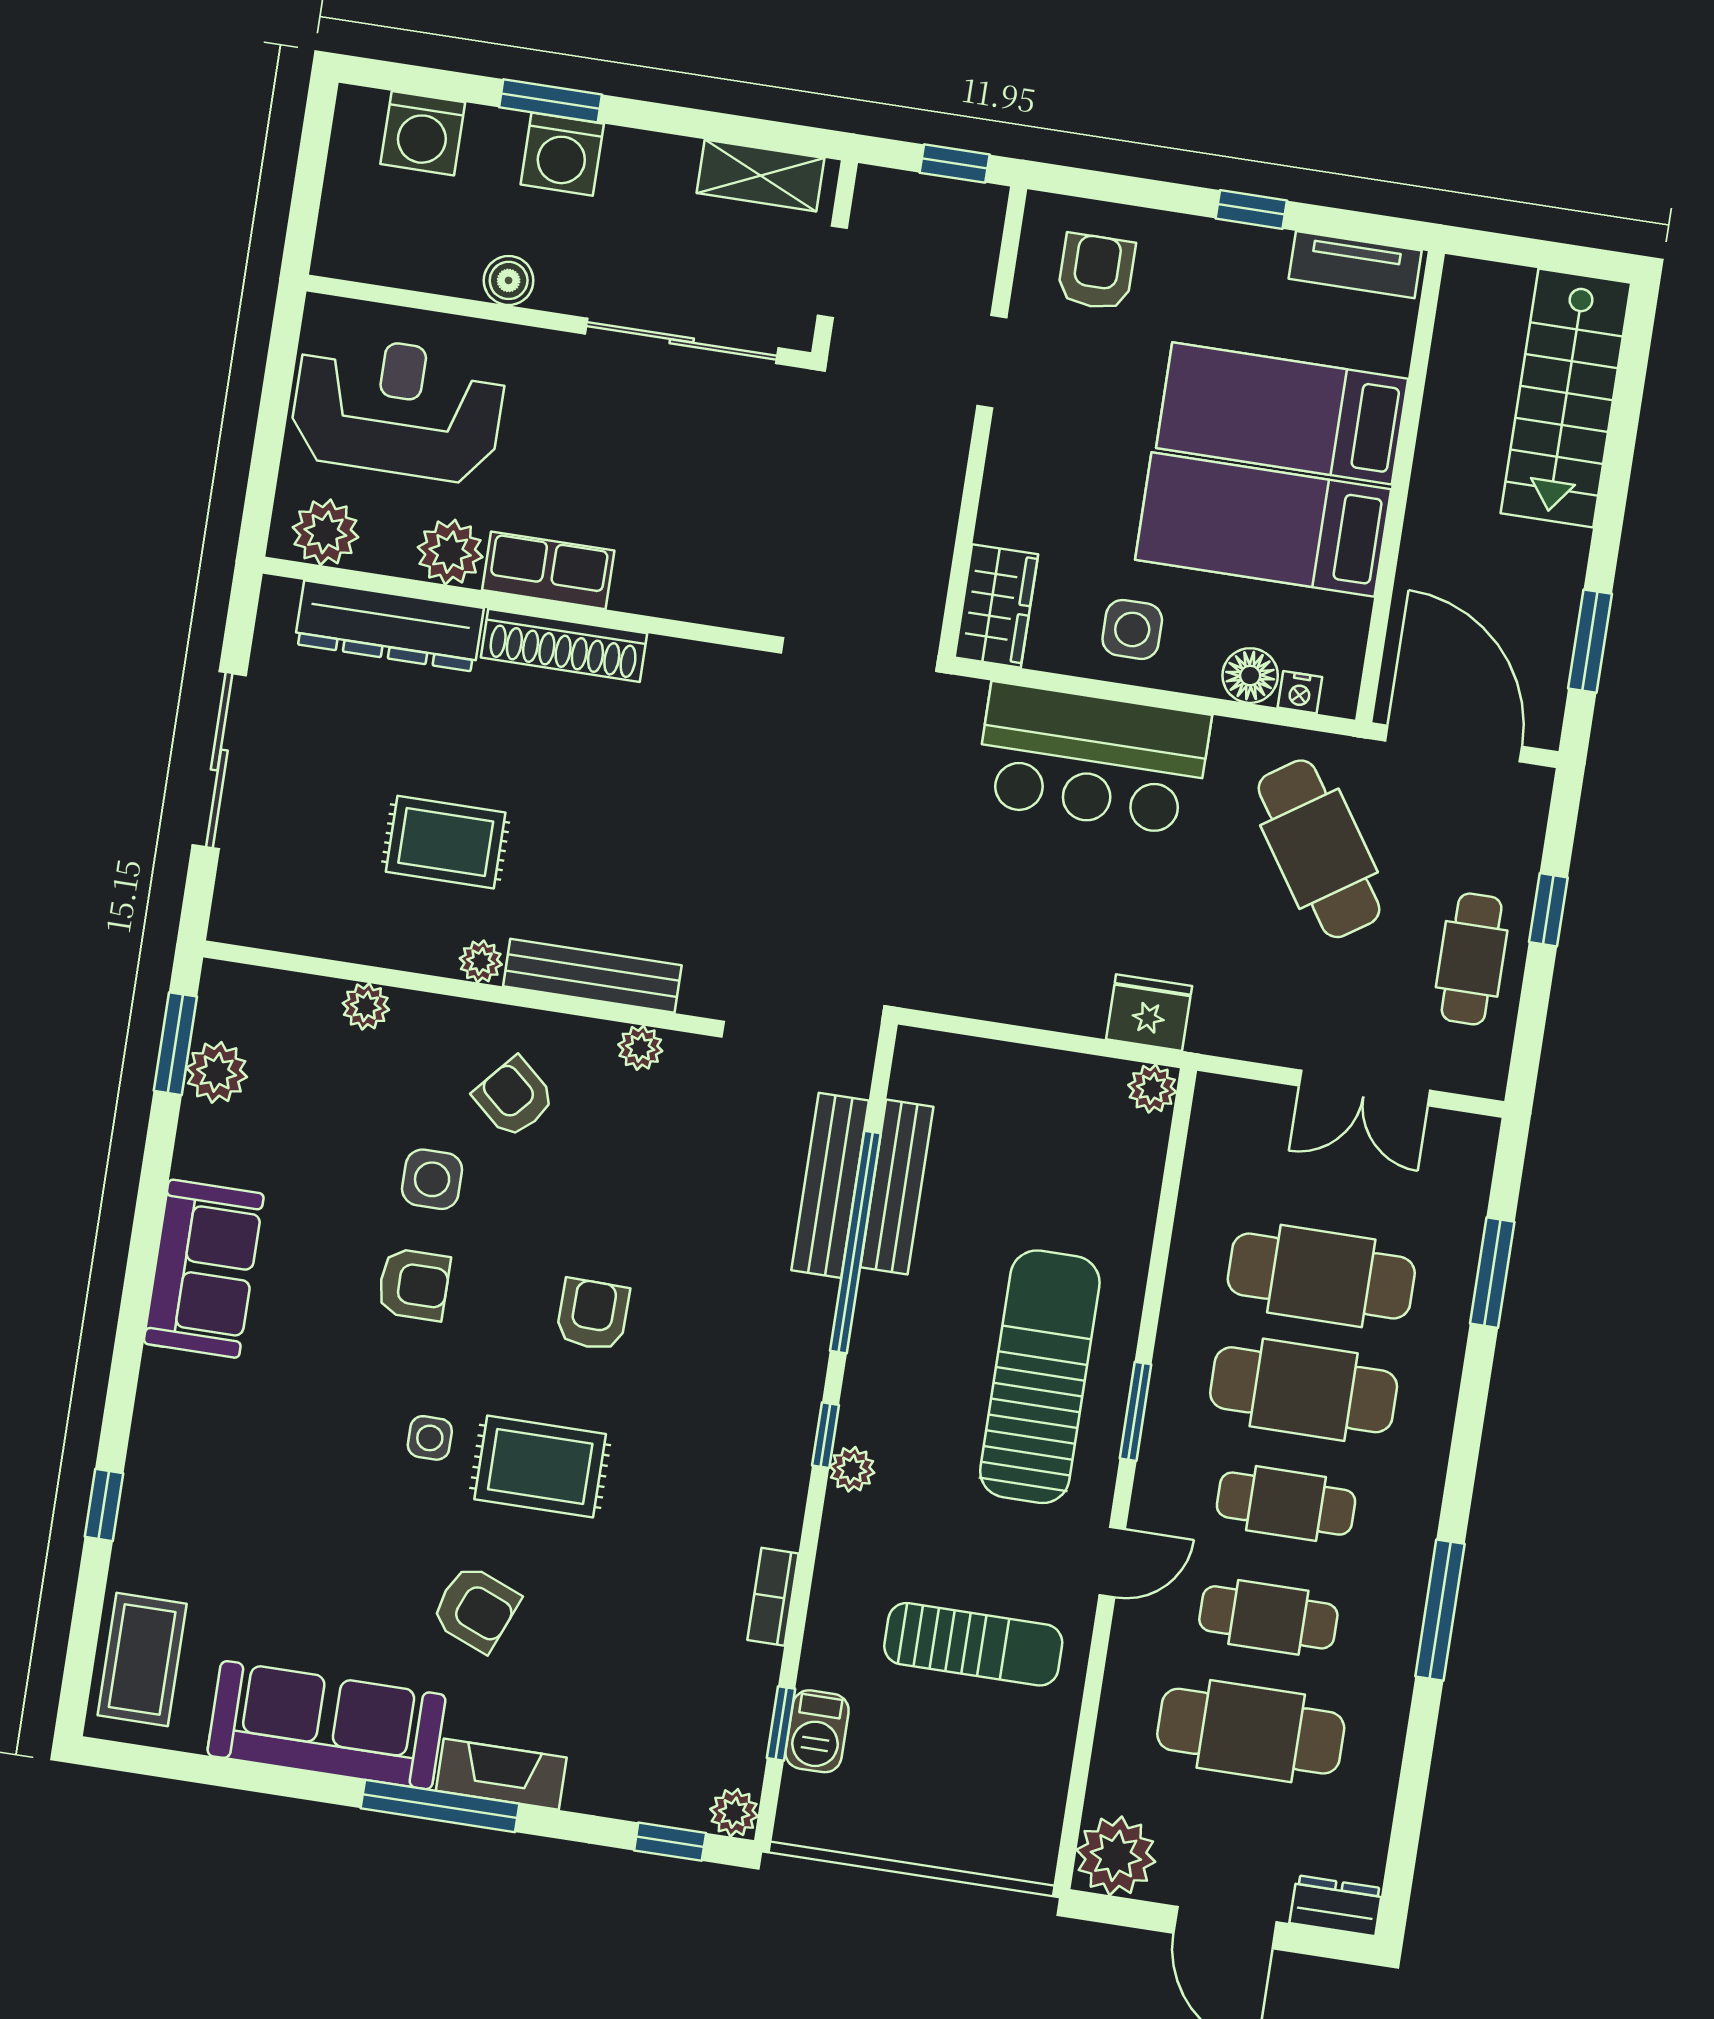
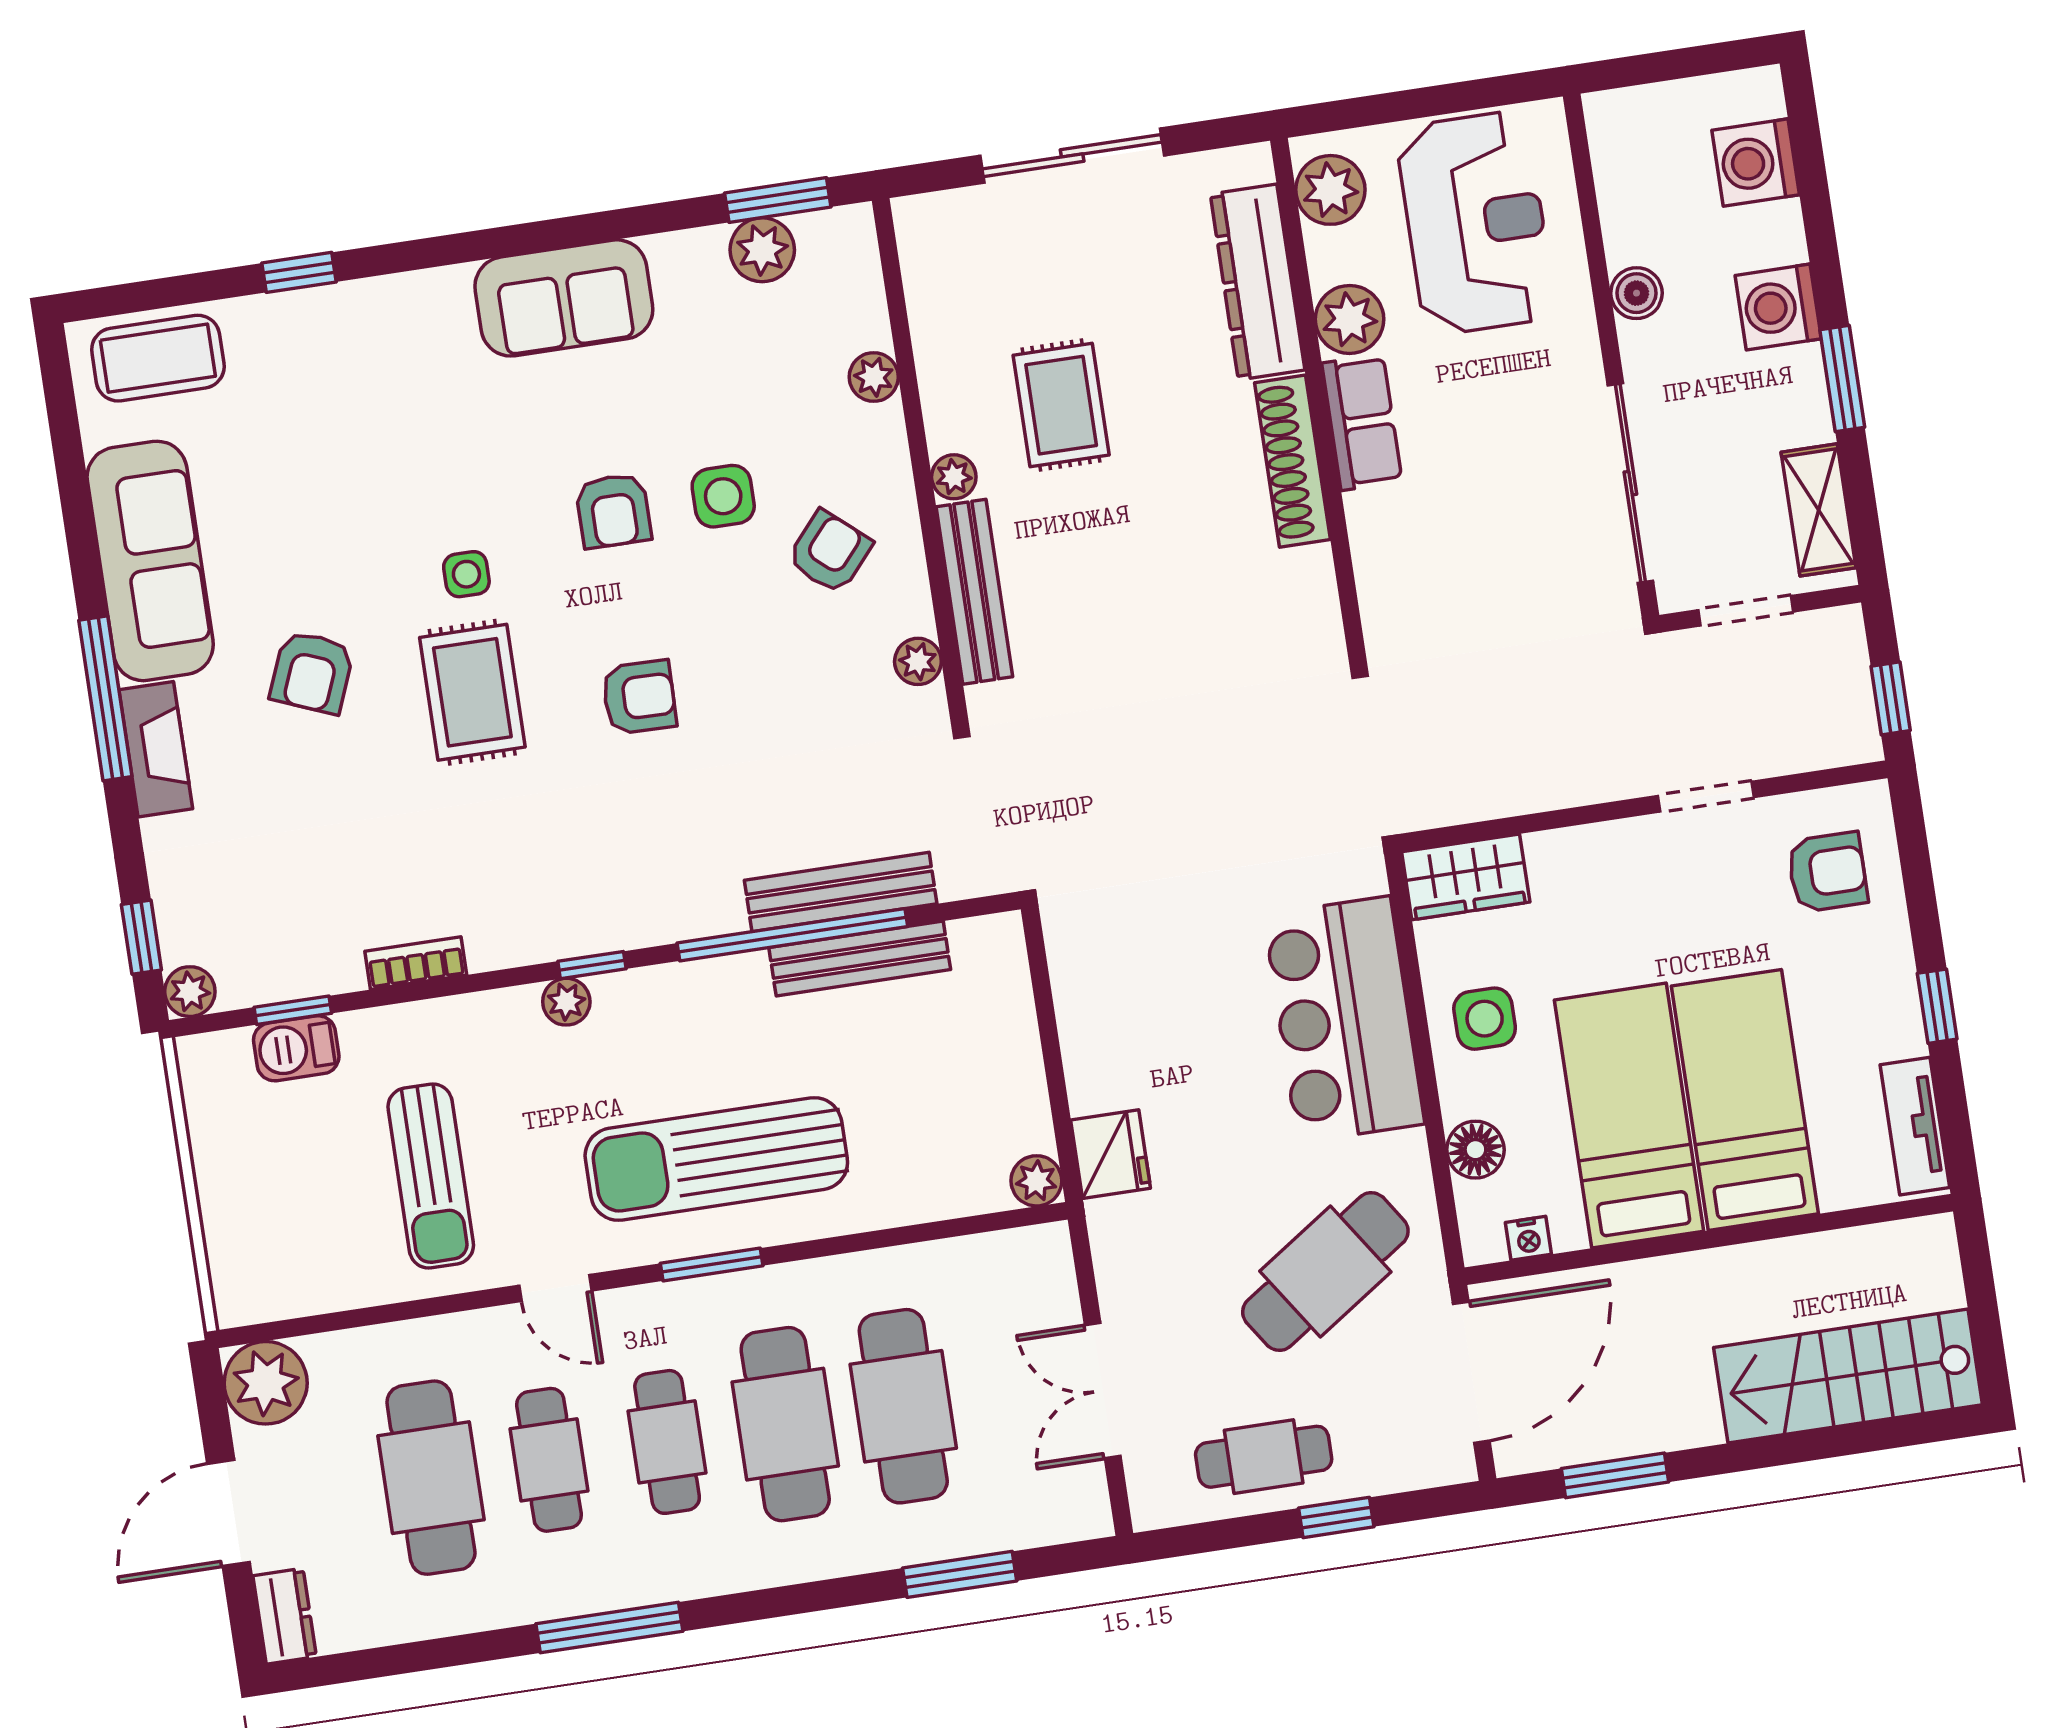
window: (551, 101) -> (1842, 379), moved
nightstand: (1300, 692) -> (1528, 1238), moved, turned -90
sun lounger: (1040, 1377) -> (716, 1159), turned 180

